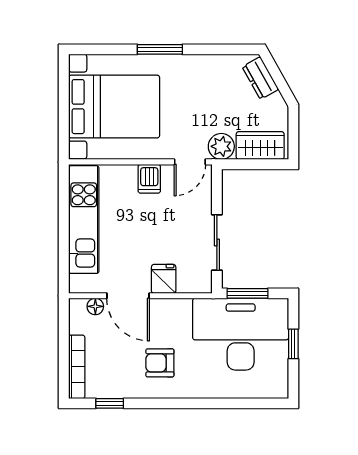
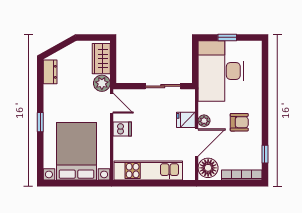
window: (160, 49) -> (40, 122), width x0.67
dresser: (260, 78) -> (50, 72), moved, turned -61
window: (247, 293) -> (195, 67), removed
floor lamp: (95, 306) -> (208, 168), width x1.89, depth x1.89
plant: (162, 307) -> (204, 121), added
armchair: (160, 363) -> (239, 122), turned -90

